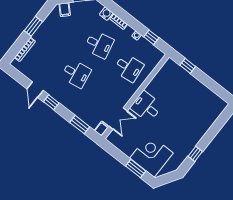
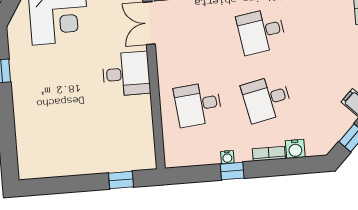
window: (151, 37) -> (232, 171), moved

